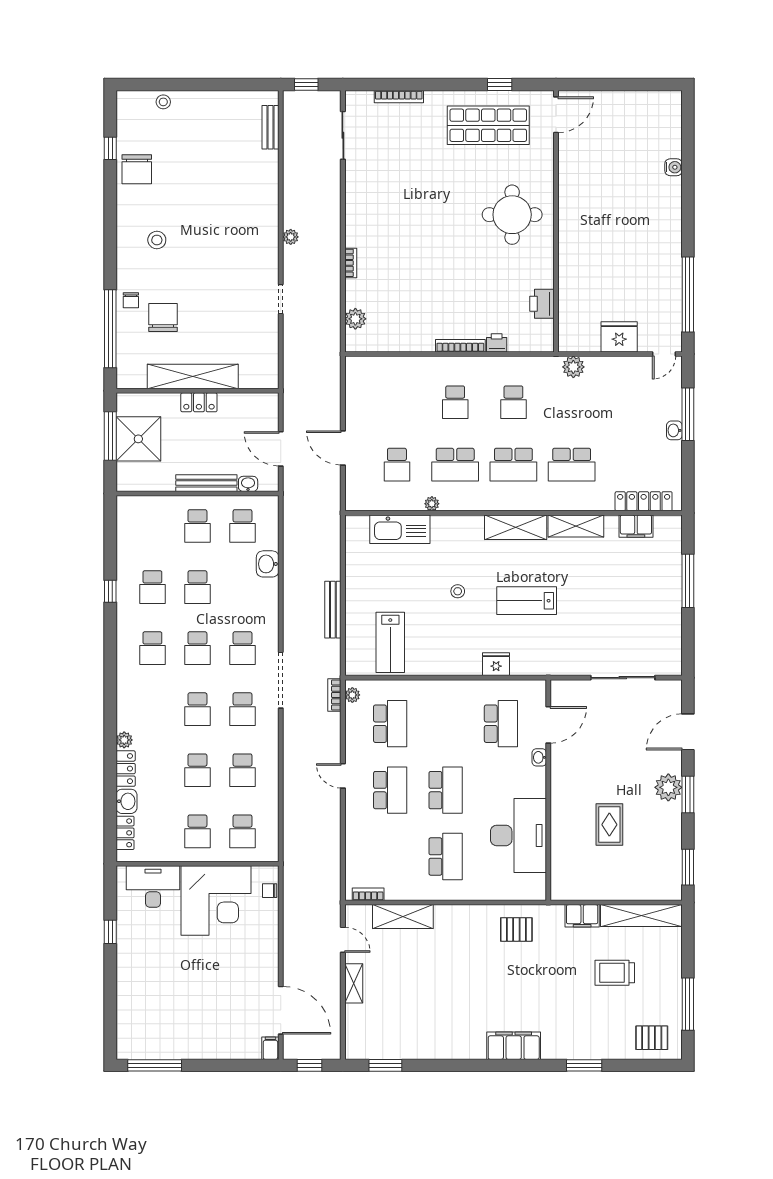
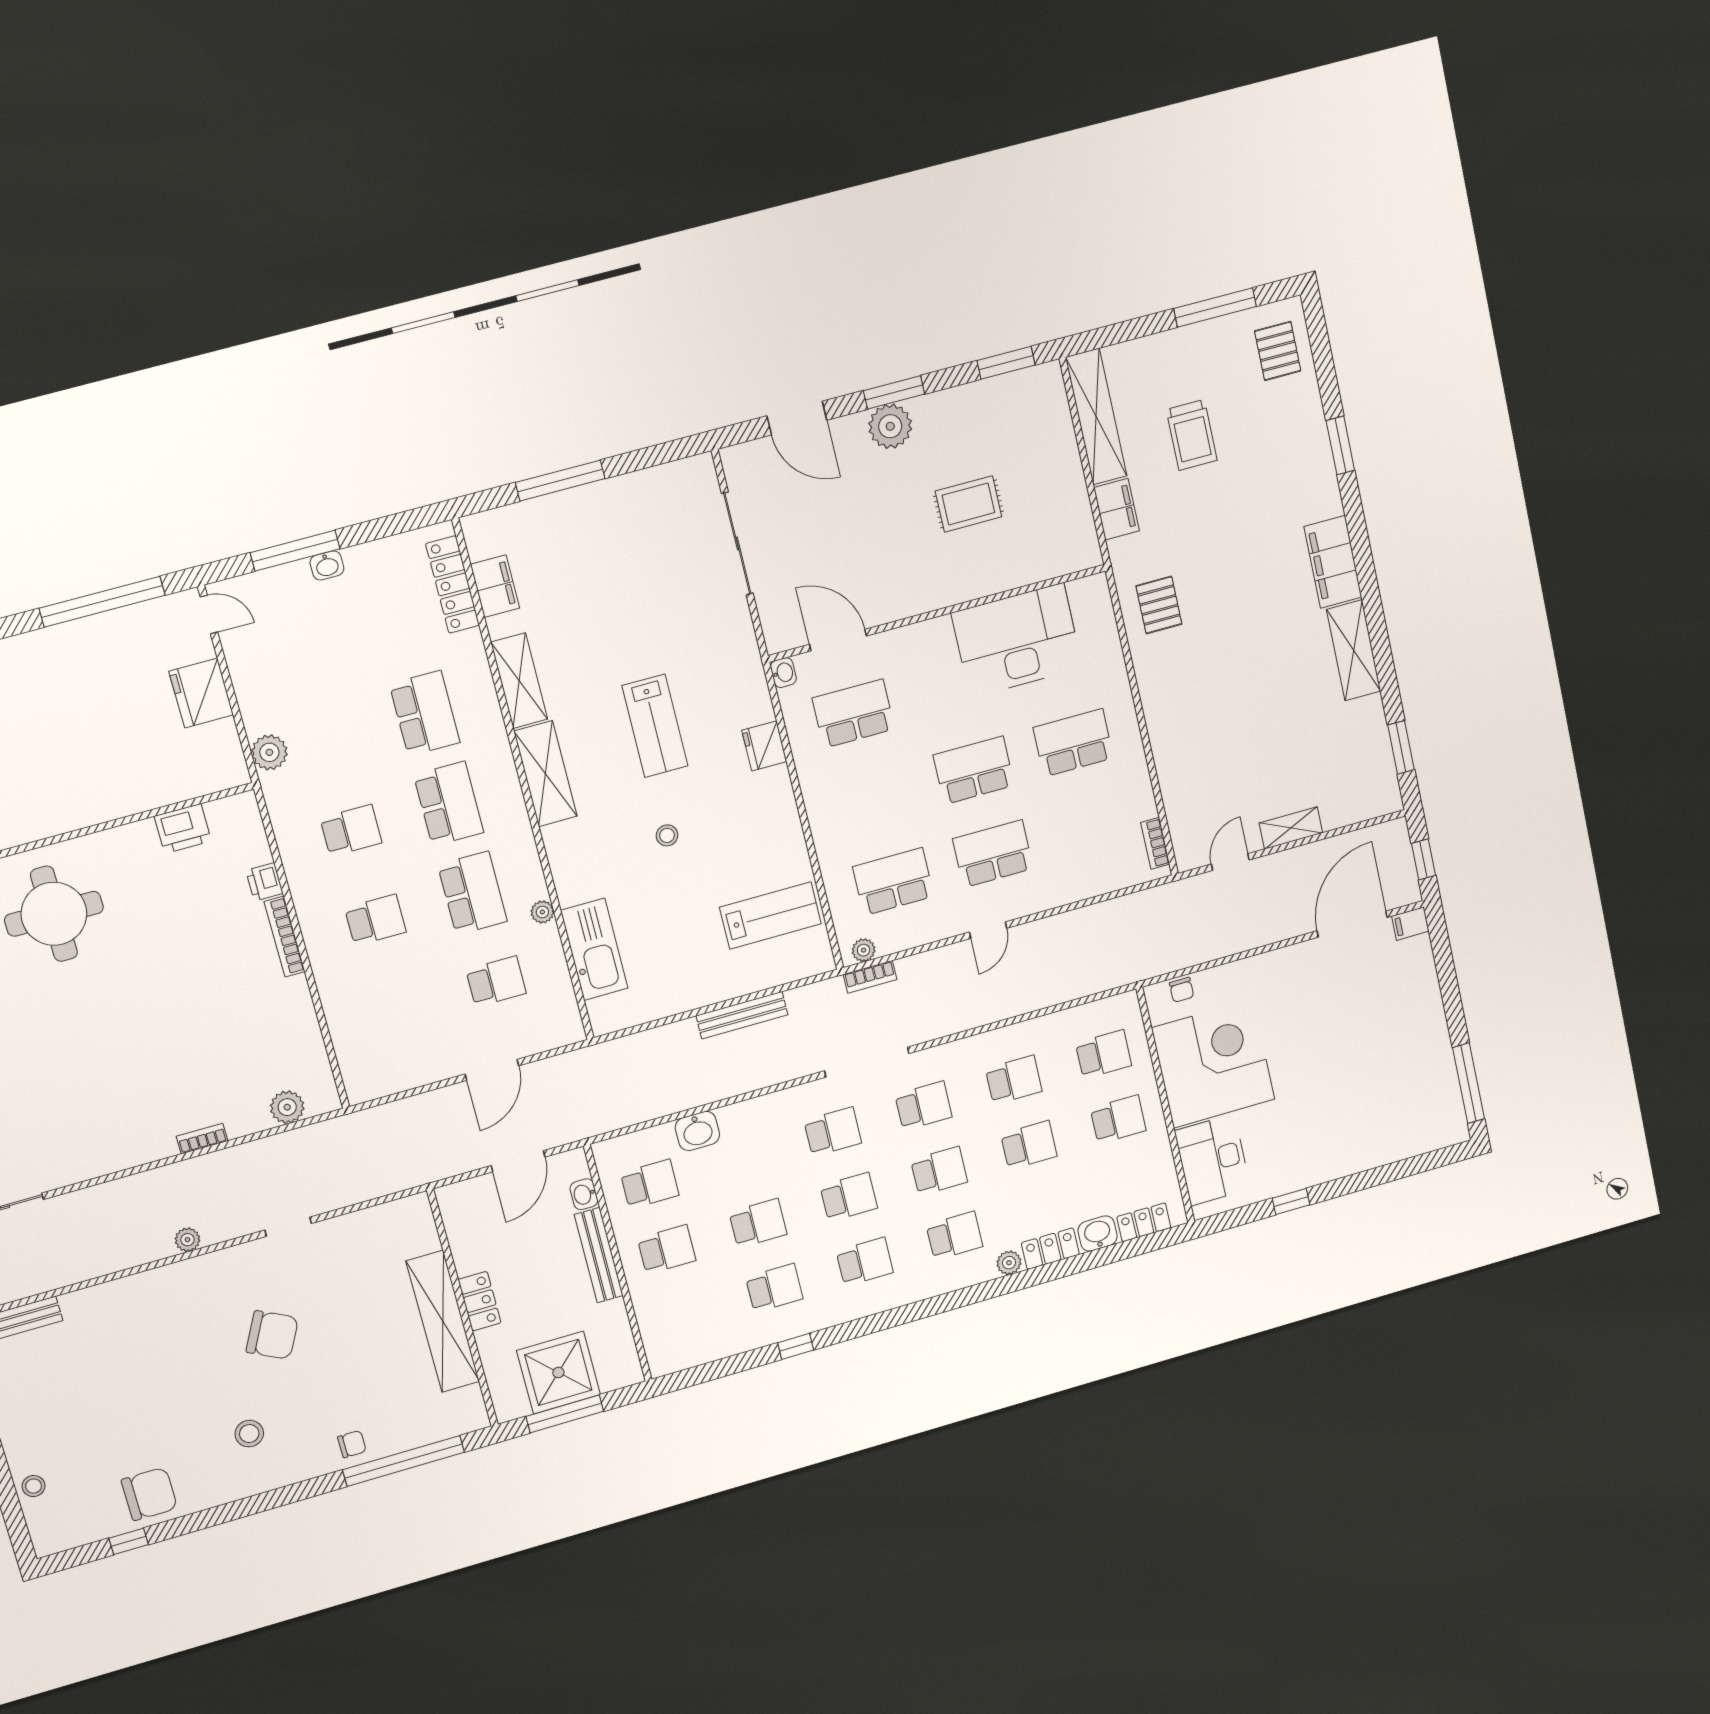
chair: (163, 318) -> (272, 1335), moved, turned -153
school desk: (152, 709) -> (954, 1236), added
washbasin: (539, 757) -> (783, 673), moved, turned -90
shelving: (403, 917) -> (1354, 650), moved

